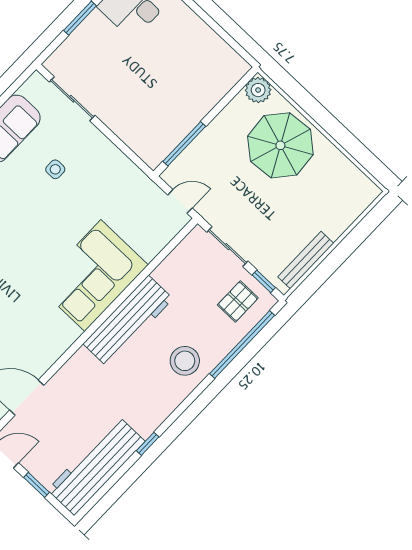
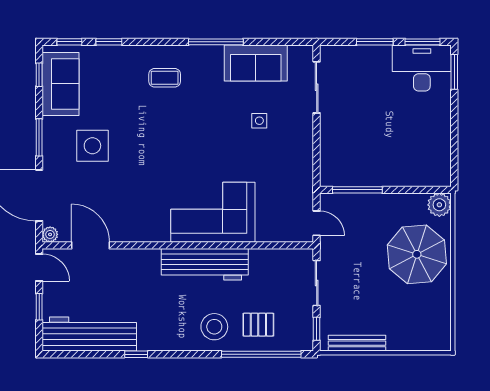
pallet: (238, 301) -> (258, 325), moved

